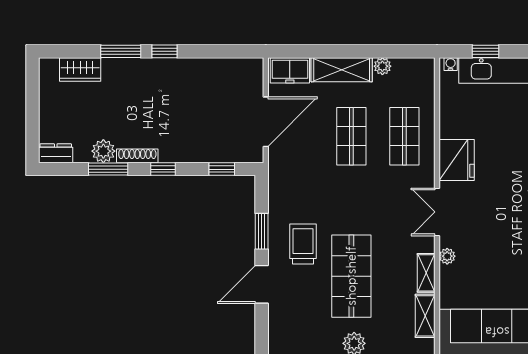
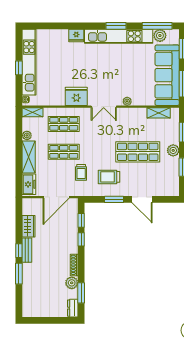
window: (485, 51) -> (19, 68), moved
bench: (165, 66) -> (27, 250), added
wardrobe: (80, 69) -> (29, 226), moved
door: (266, 122) -> (56, 197), swing flipped
window: (108, 169) -> (81, 293), moved
window: (163, 169) -> (81, 239), moved
trolley: (313, 169) -> (81, 172), added
trolley: (303, 244) -> (109, 177), moved
shelving: (426, 273) -> (33, 112), moved

